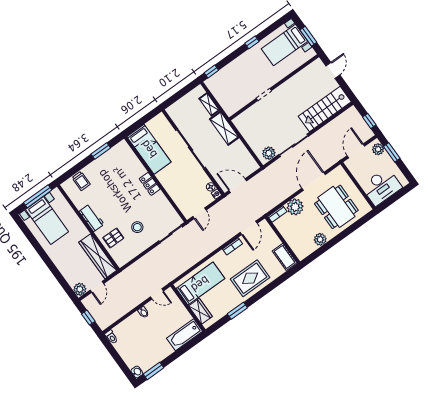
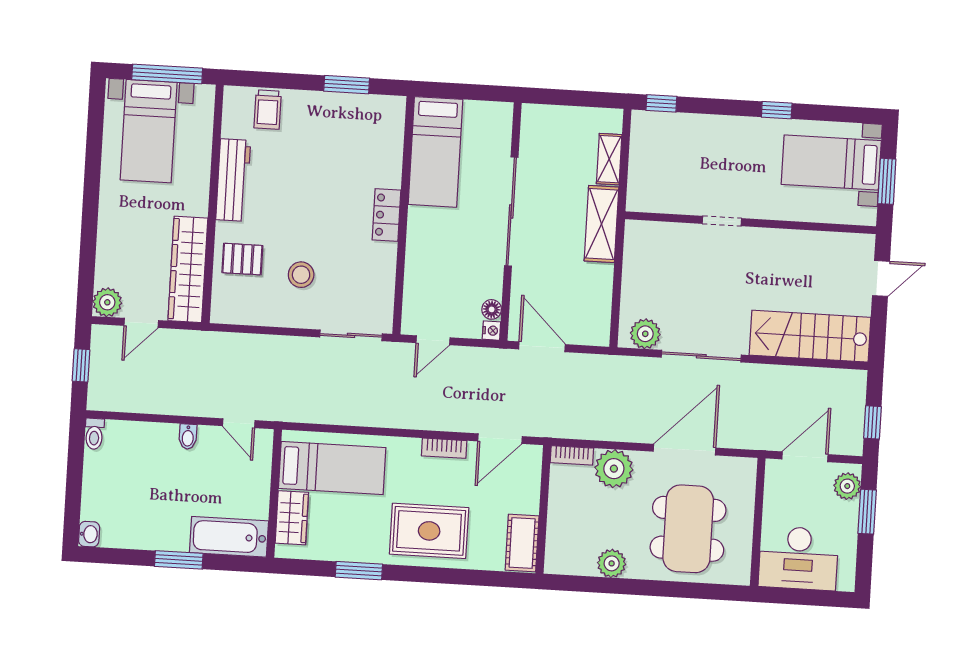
workbench: (92, 218) -> (233, 180), width x1.37
window: (153, 371) -> (179, 560), moved

